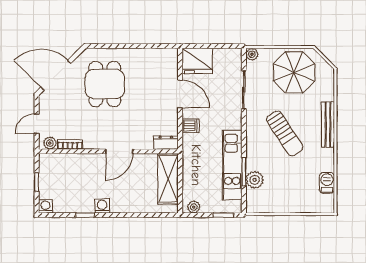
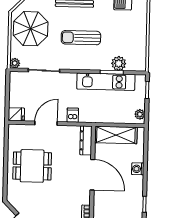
fridge: (197, 61) -> (16, 114), width x0.53, depth x0.75
dining table: (105, 84) -> (32, 166), moved
sun lounger: (285, 133) -> (81, 38), turned -147
dresser: (166, 143) -> (86, 140), width x1.44
door: (119, 151) -> (92, 175), width x1.36
washing machine: (102, 206) -> (138, 169), moved

